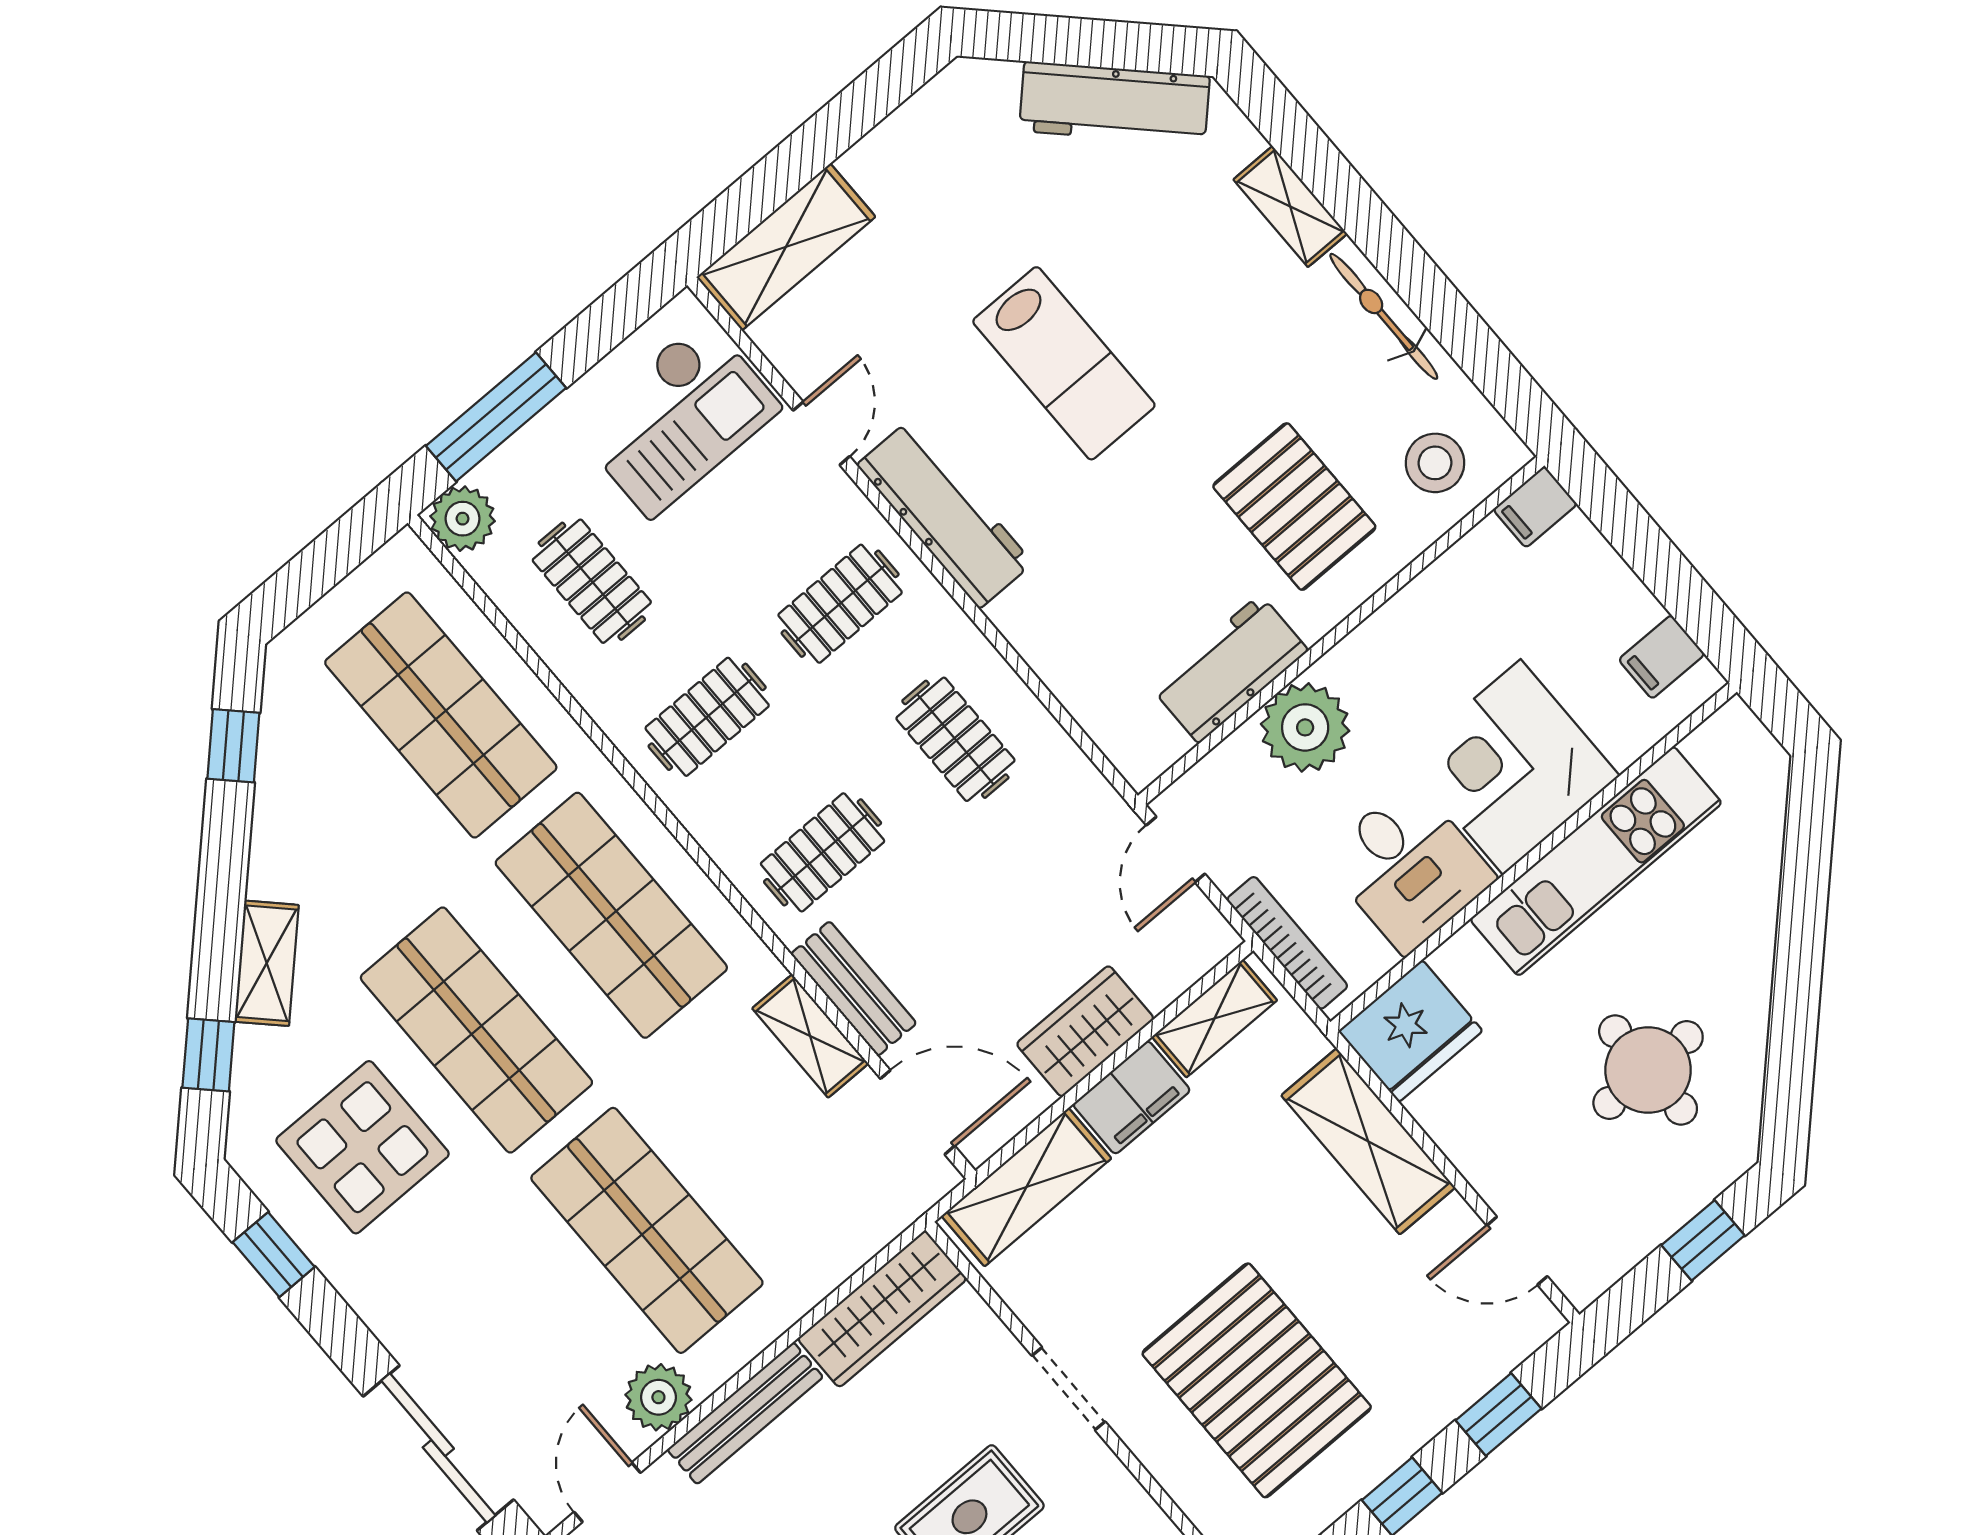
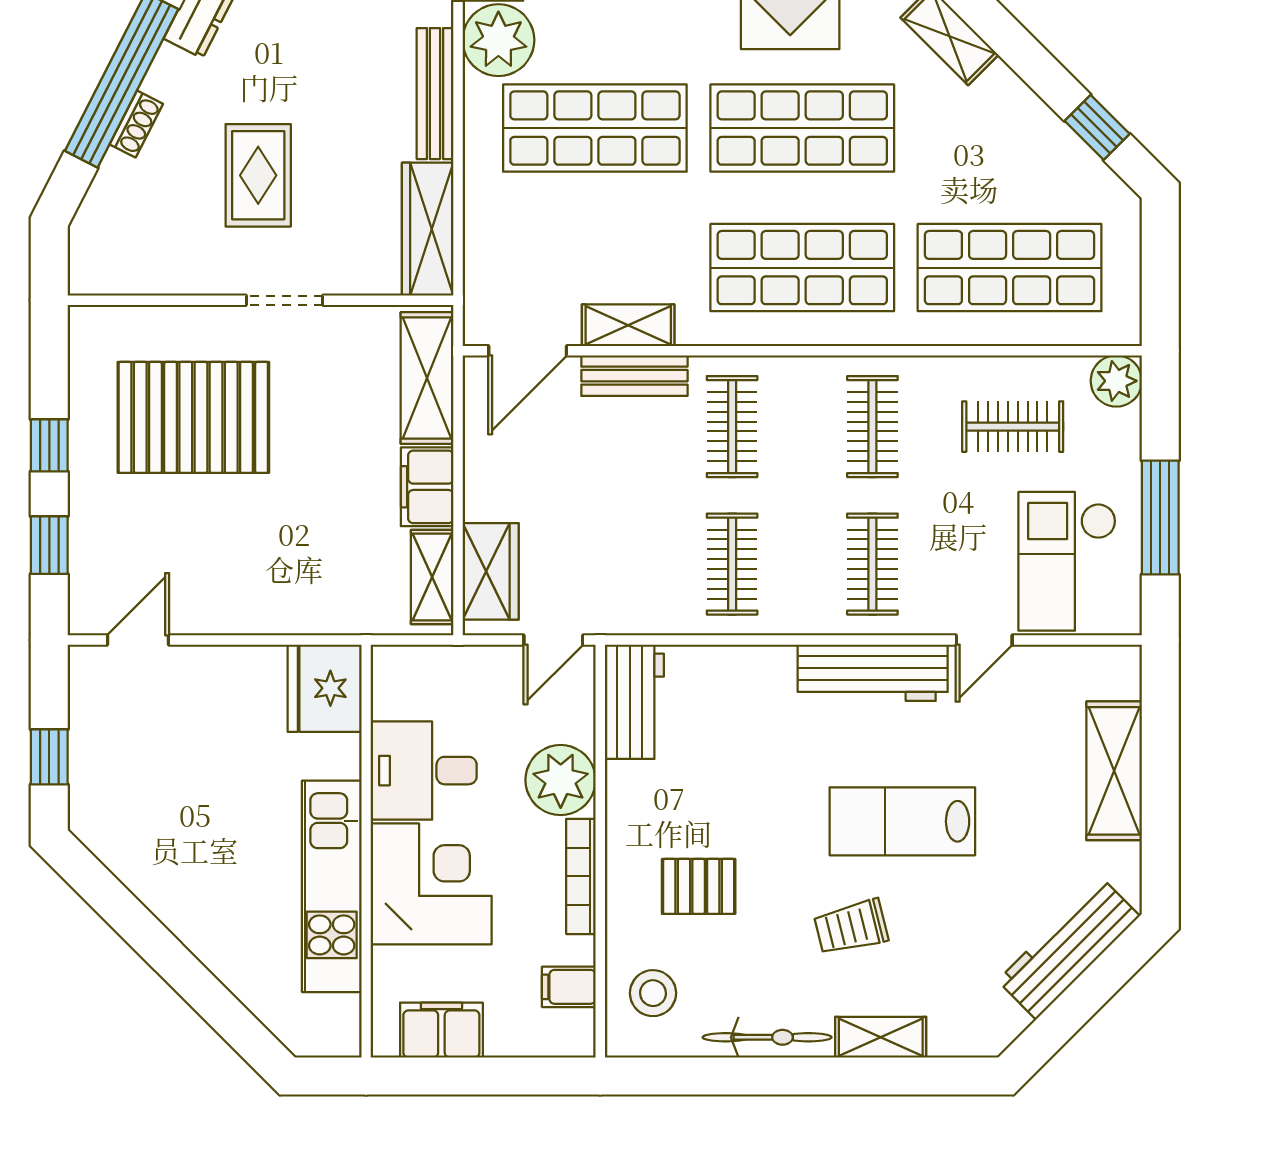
workbench: (1114, 103) -> (1069, 948), moved
shelving: (786, 247) -> (1114, 771), moved
trolley: (1208, 326) -> (851, 927), added
window: (496, 417) -> (1160, 518), moved
door: (821, 433) -> (984, 640), hinge flipped
pallet: (1294, 507) -> (699, 886), width x0.67, depth x0.71
filing cabinet: (1535, 507) -> (569, 987), moved, turned -90
filing cabinet: (1662, 657) -> (441, 1030), width x2.00
workbench: (1229, 669) -> (634, 702), moved
clothes rail: (955, 739) -> (732, 564), turned 90
door: (1176, 849) -> (553, 640), swing flipped
bookcase: (1287, 943) -> (581, 876), moved, turned 90
wardrobe: (1085, 1031) -> (491, 571), moved
round table: (1648, 1070) -> (180, 811), removed
shelving: (1368, 1141) -> (280, 606), removed
plant: (658, 1397) -> (498, 40), width x1.36, depth x1.36

